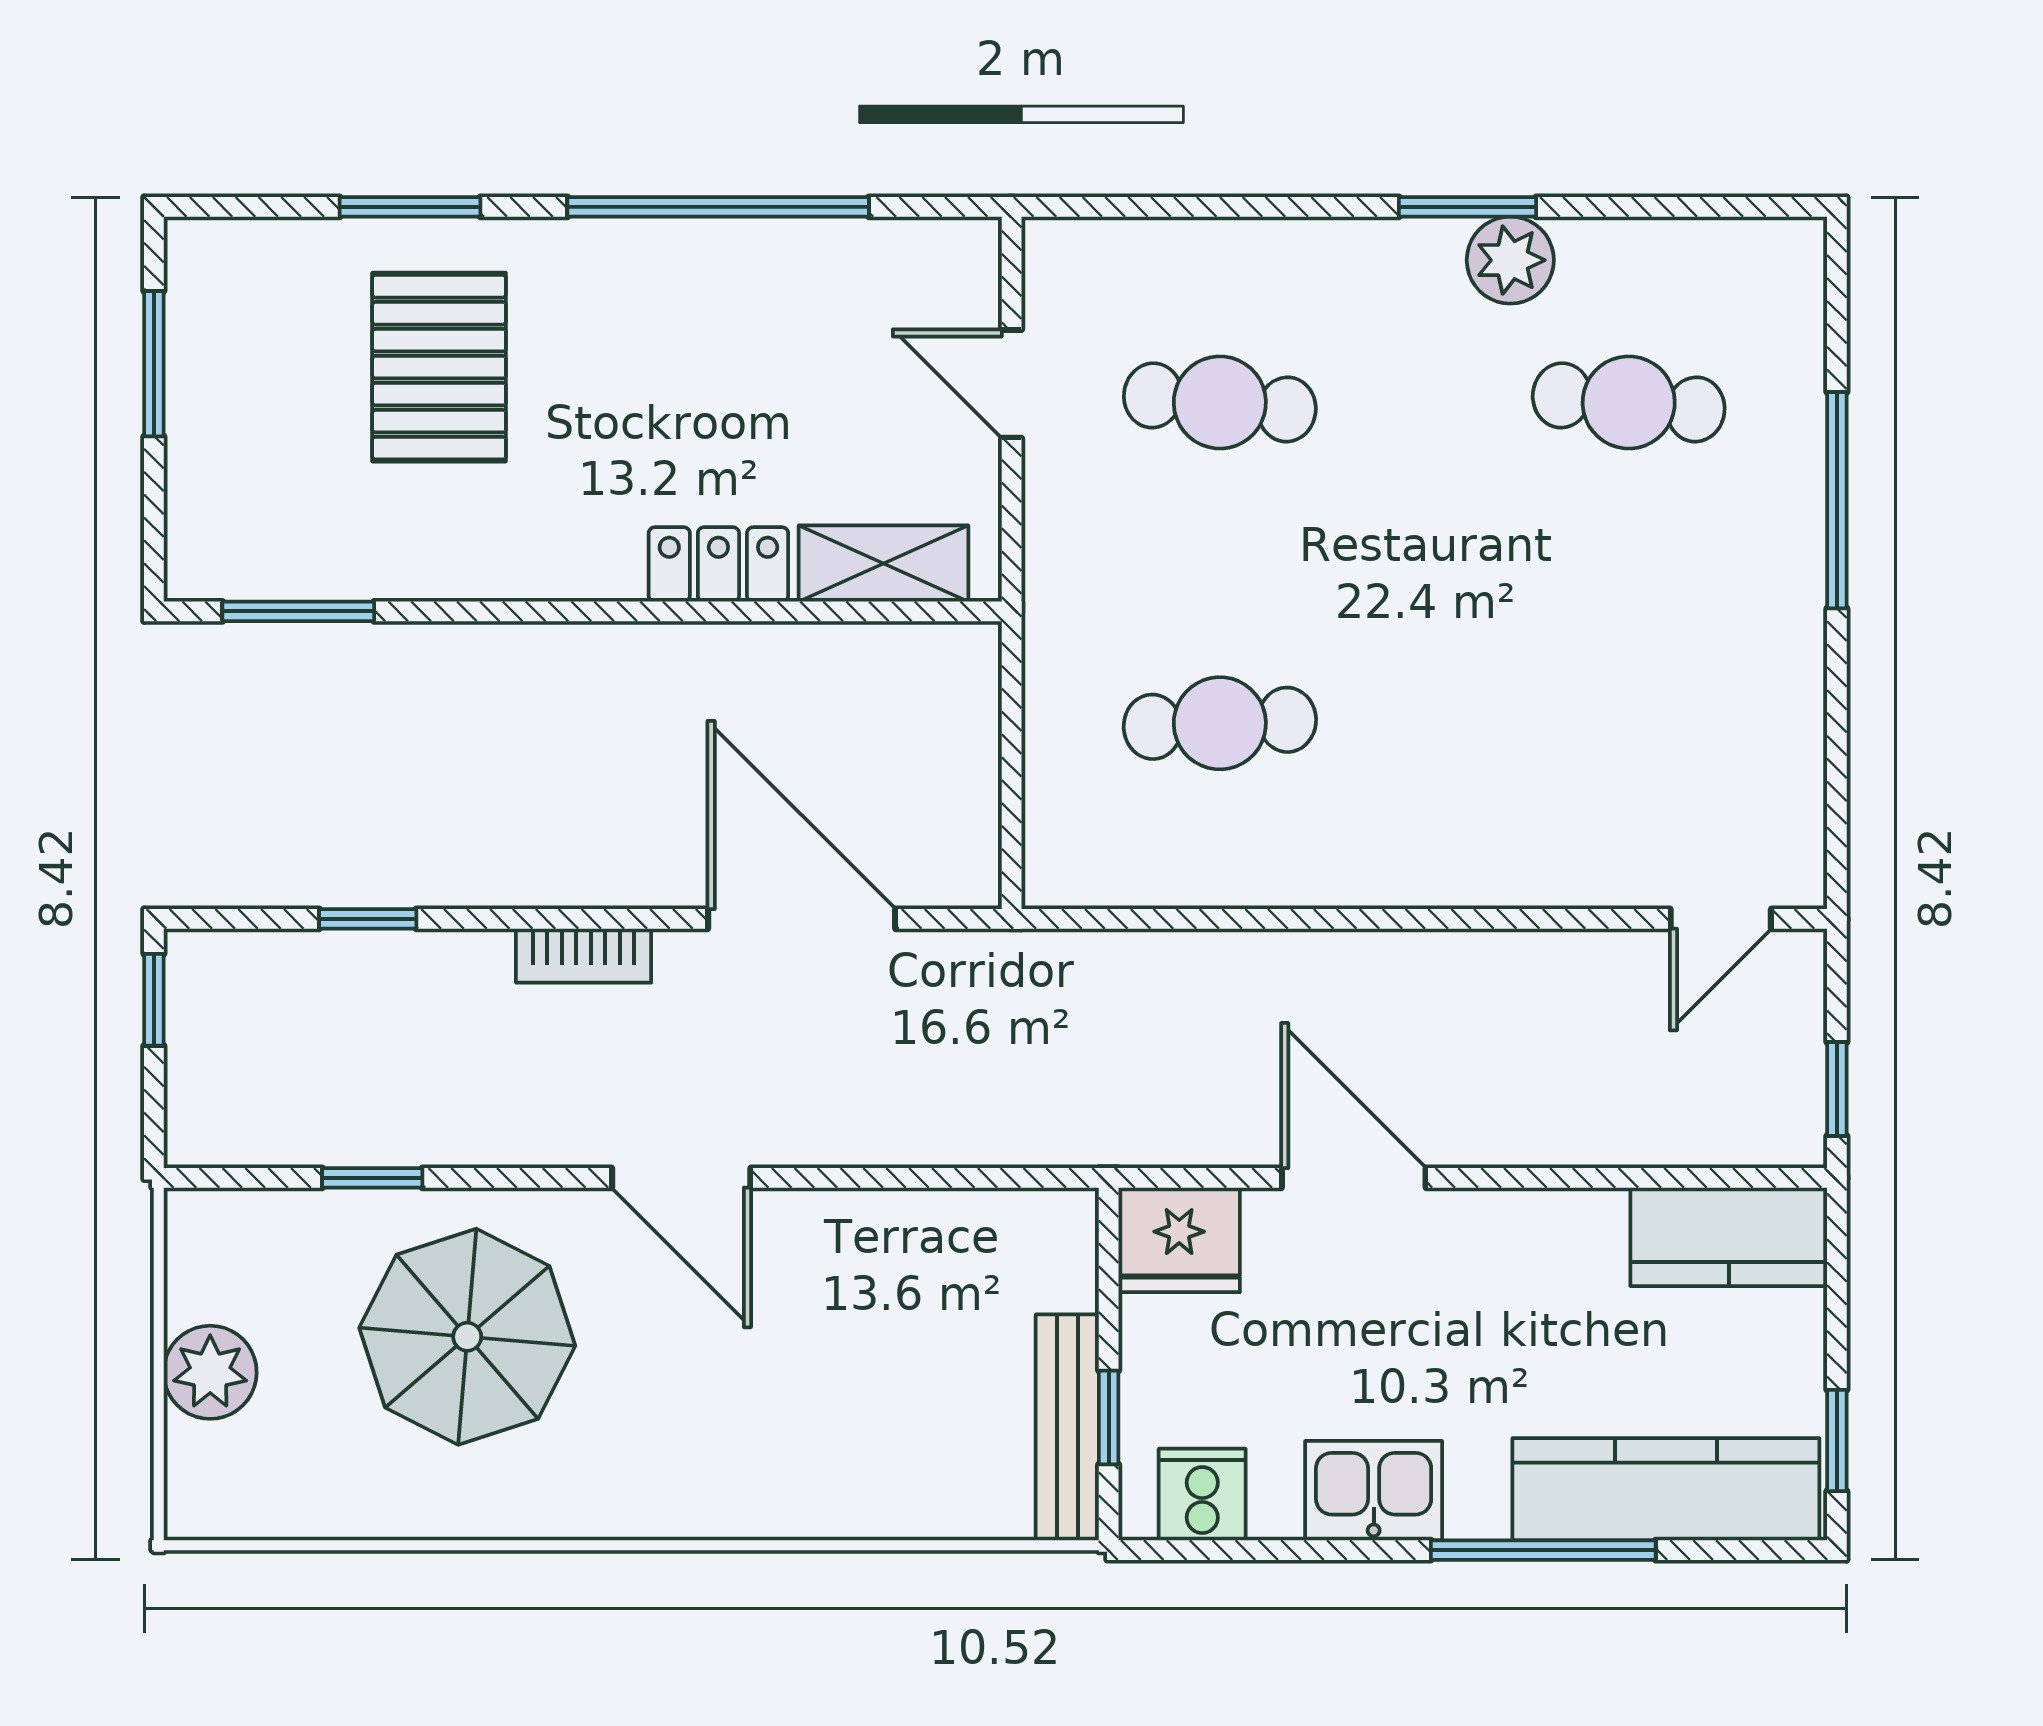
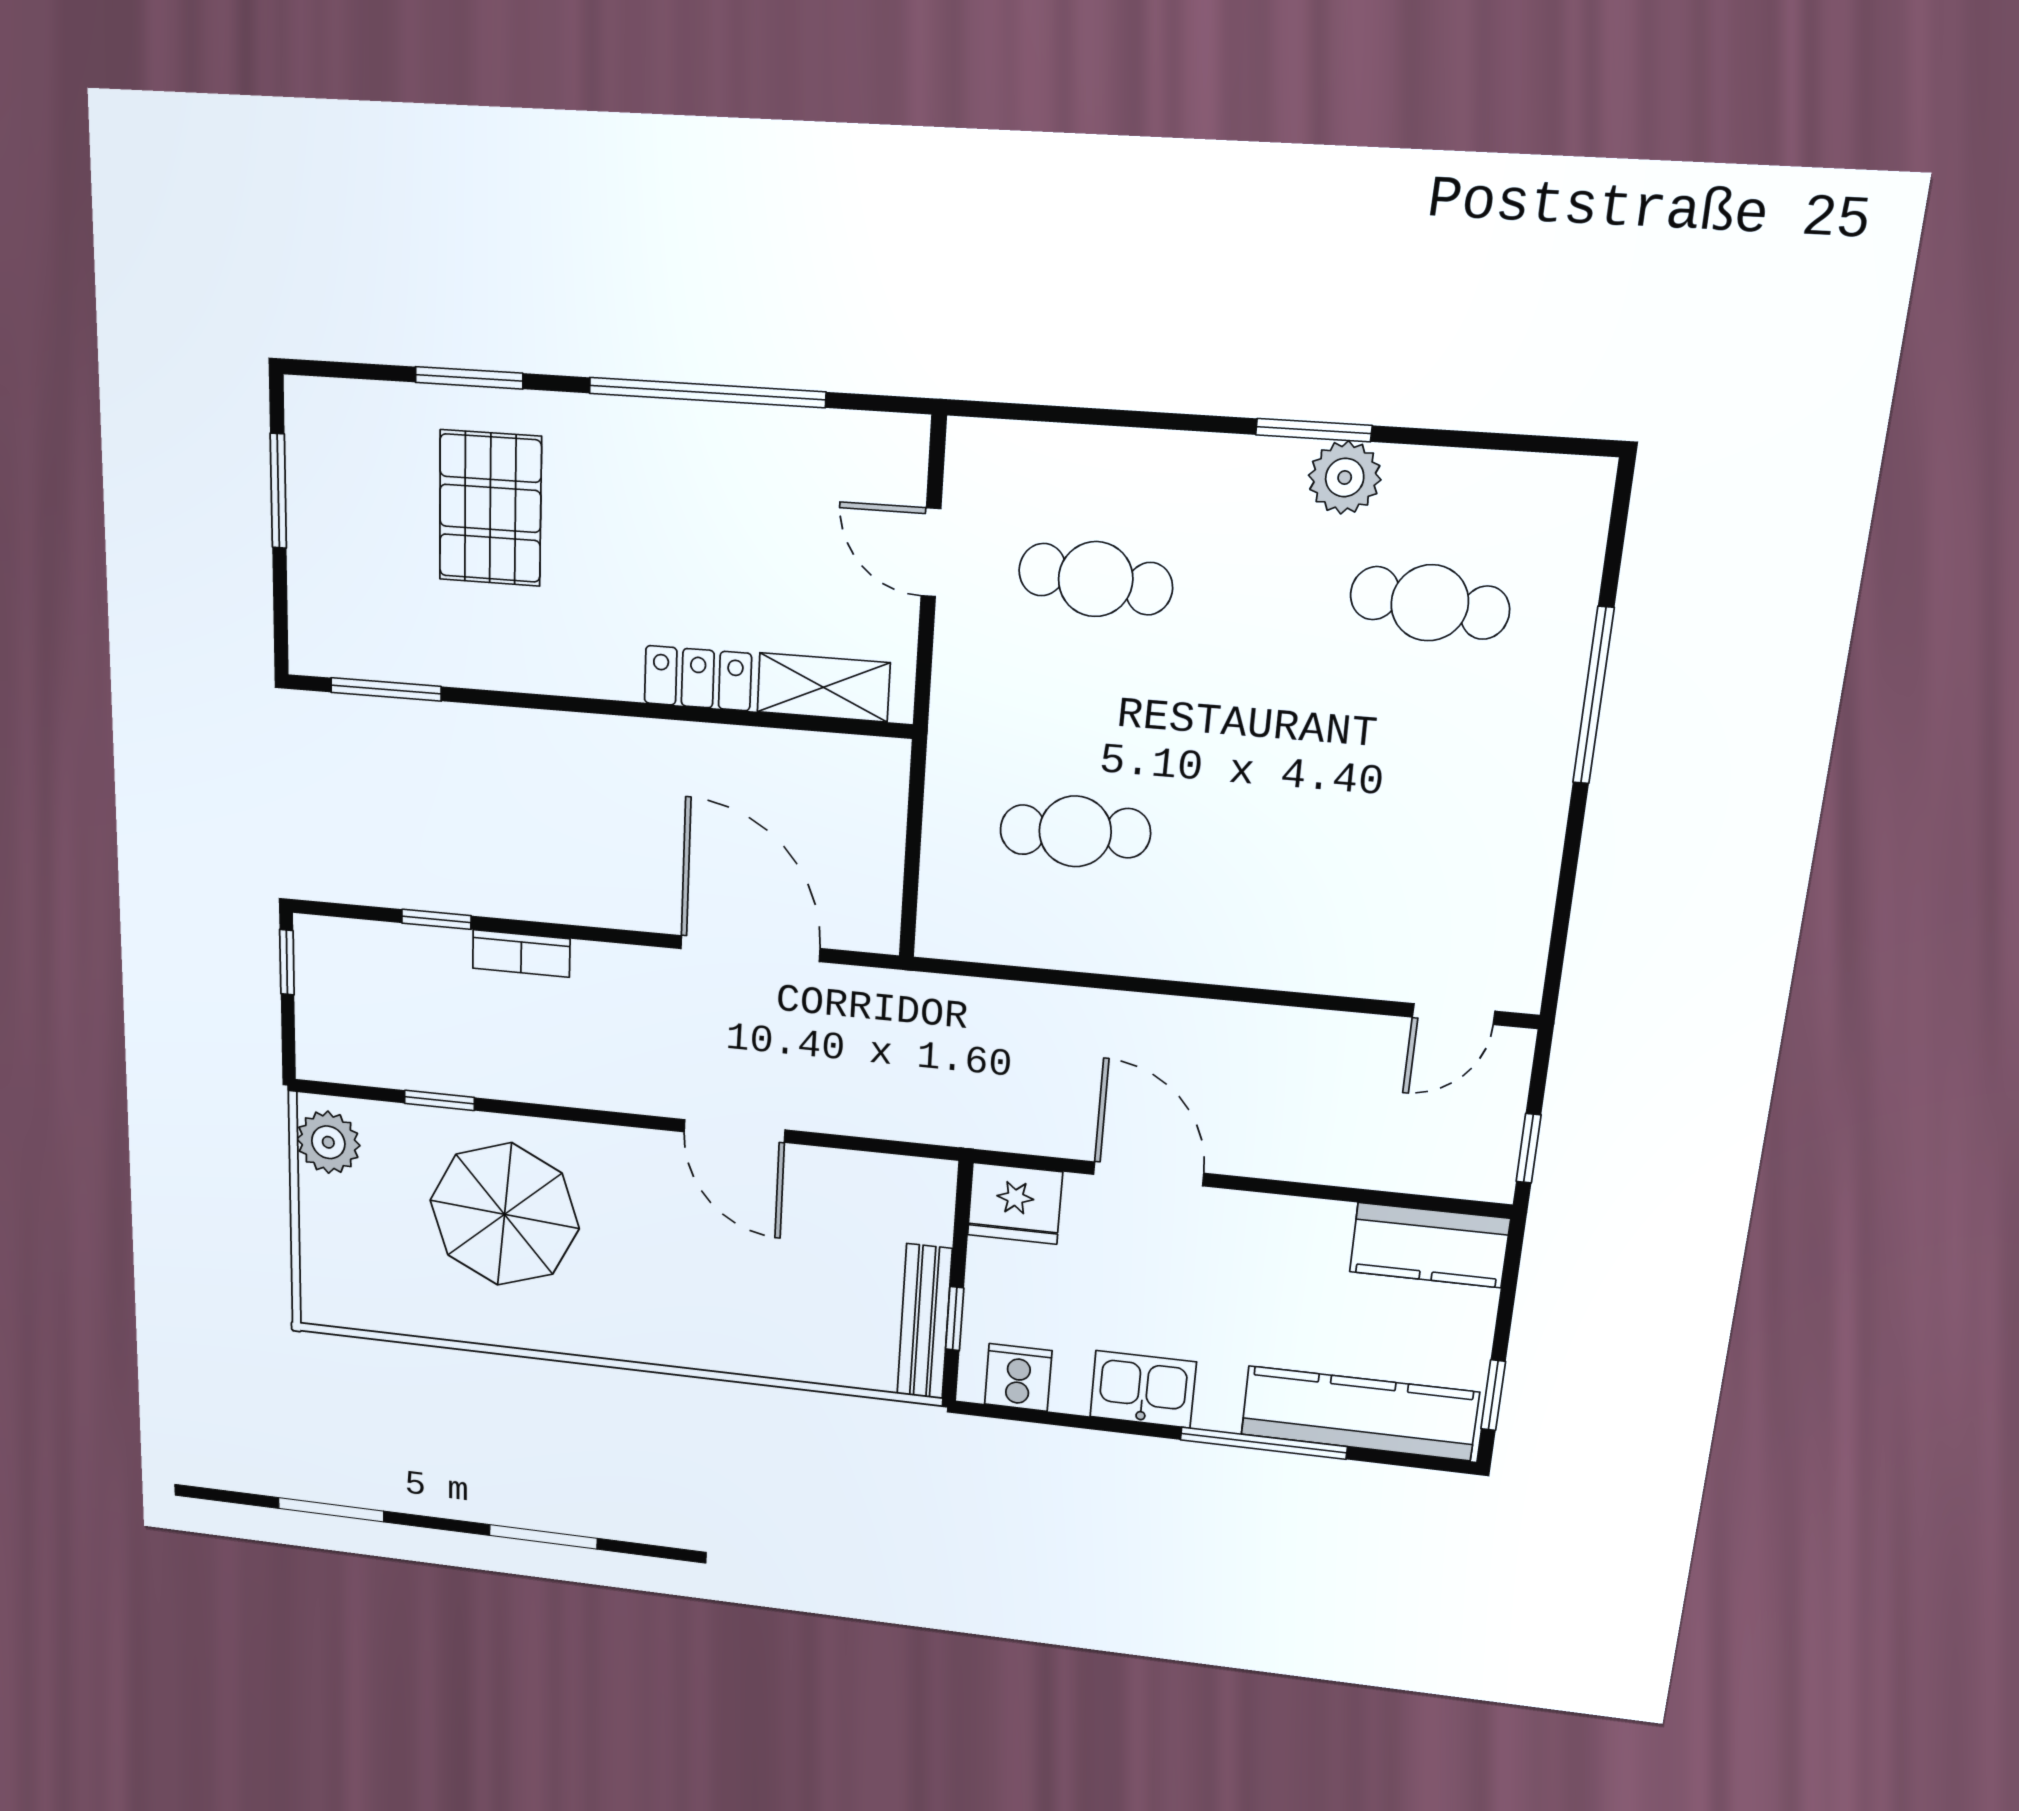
bookcase: (584, 956) -> (521, 954), moved
door: (681, 1178) -> (734, 1131), moved
plant: (210, 1372) -> (328, 1142), moved

